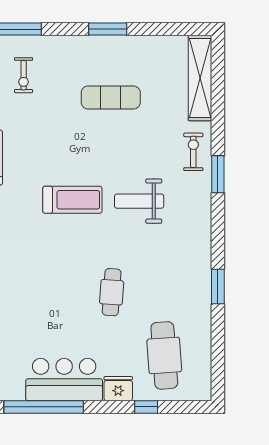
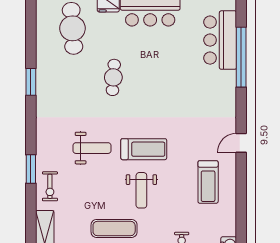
weight bench: (75, 147) -> (141, 190), added
treadmill: (72, 200) -> (144, 149), turned 180

